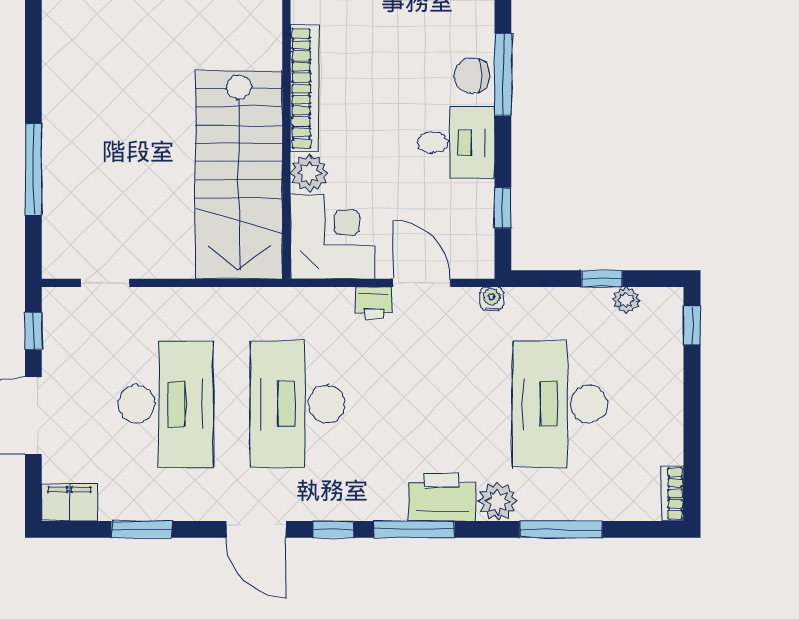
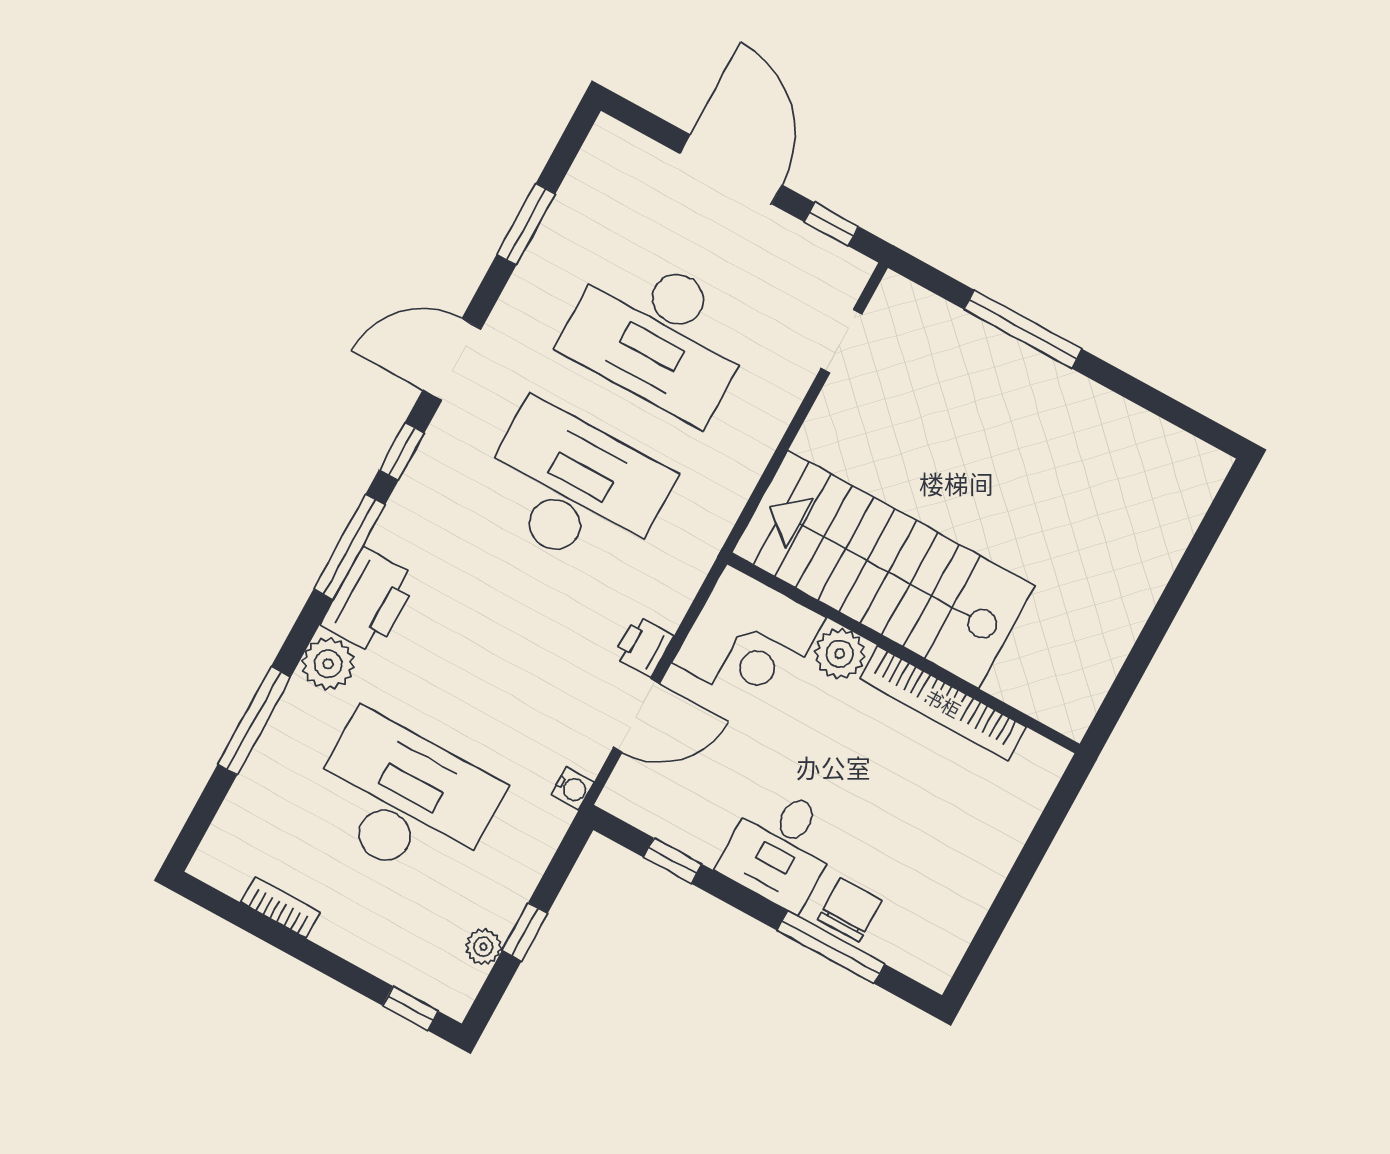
bookcase: (673, 493) -> (280, 907), moved
filing cabinet: (69, 502) -> (605, 156), removed

